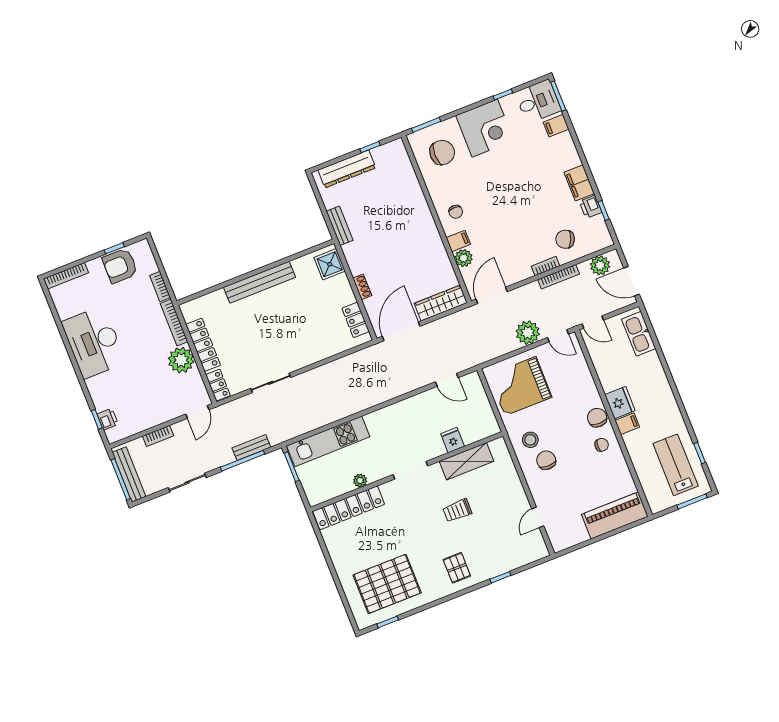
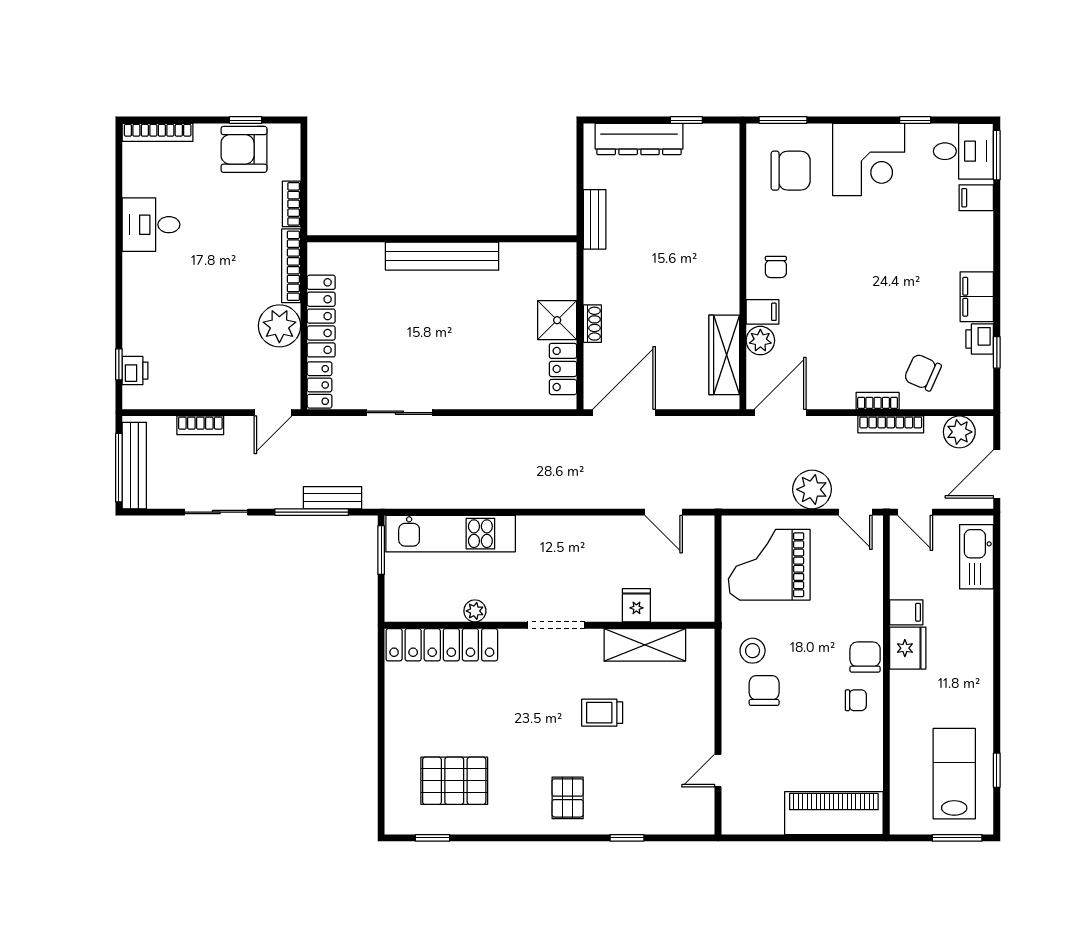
shower: (330, 264) -> (557, 320), moved
door: (631, 281) -> (997, 474), hinge flipped
wardrobe: (441, 303) -> (724, 355), moved, turned -90
desk: (94, 342) -> (151, 225), width x0.53, depth x0.77
filing cabinet: (627, 424) -> (906, 612), moved
pallet: (387, 584) -> (454, 781), width x0.73, depth x0.71

